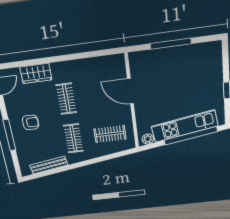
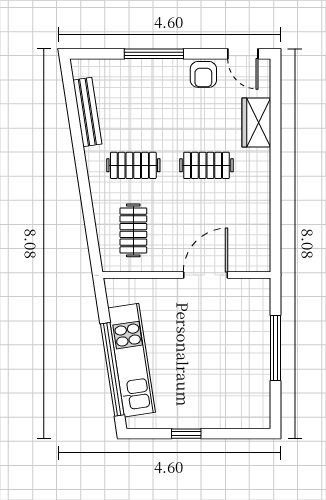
armchair: (31, 122) -> (203, 74), moved
plant: (148, 139) -> (116, 295), removed

